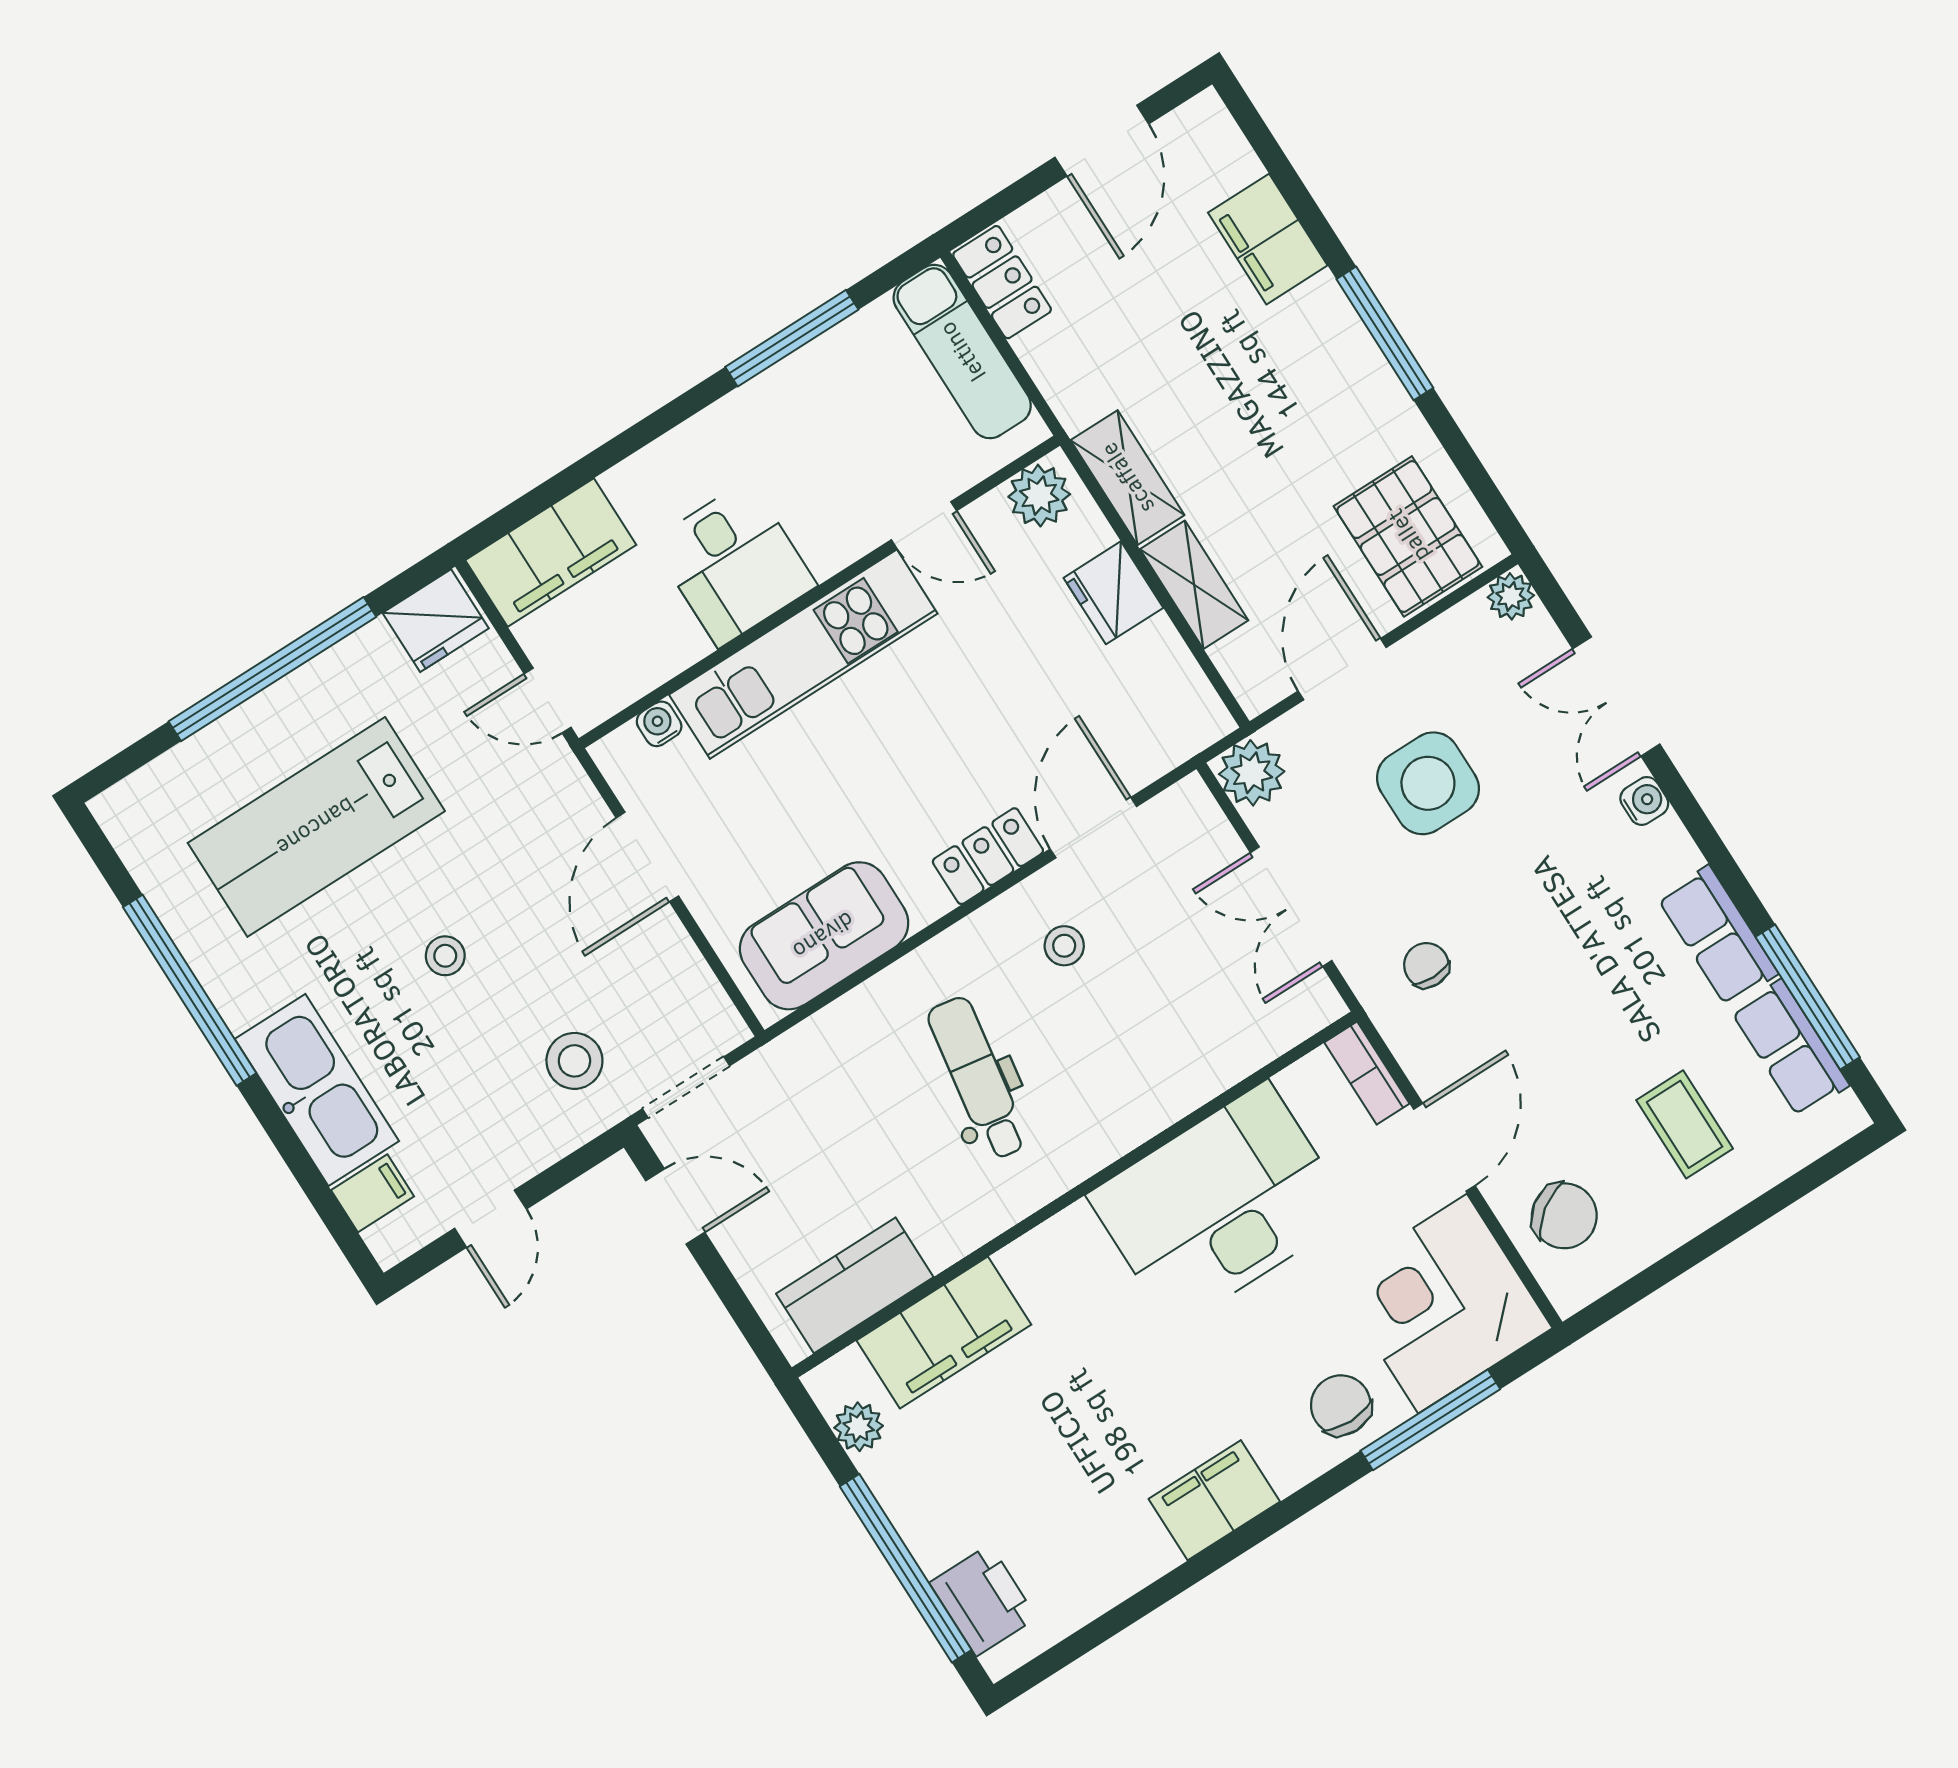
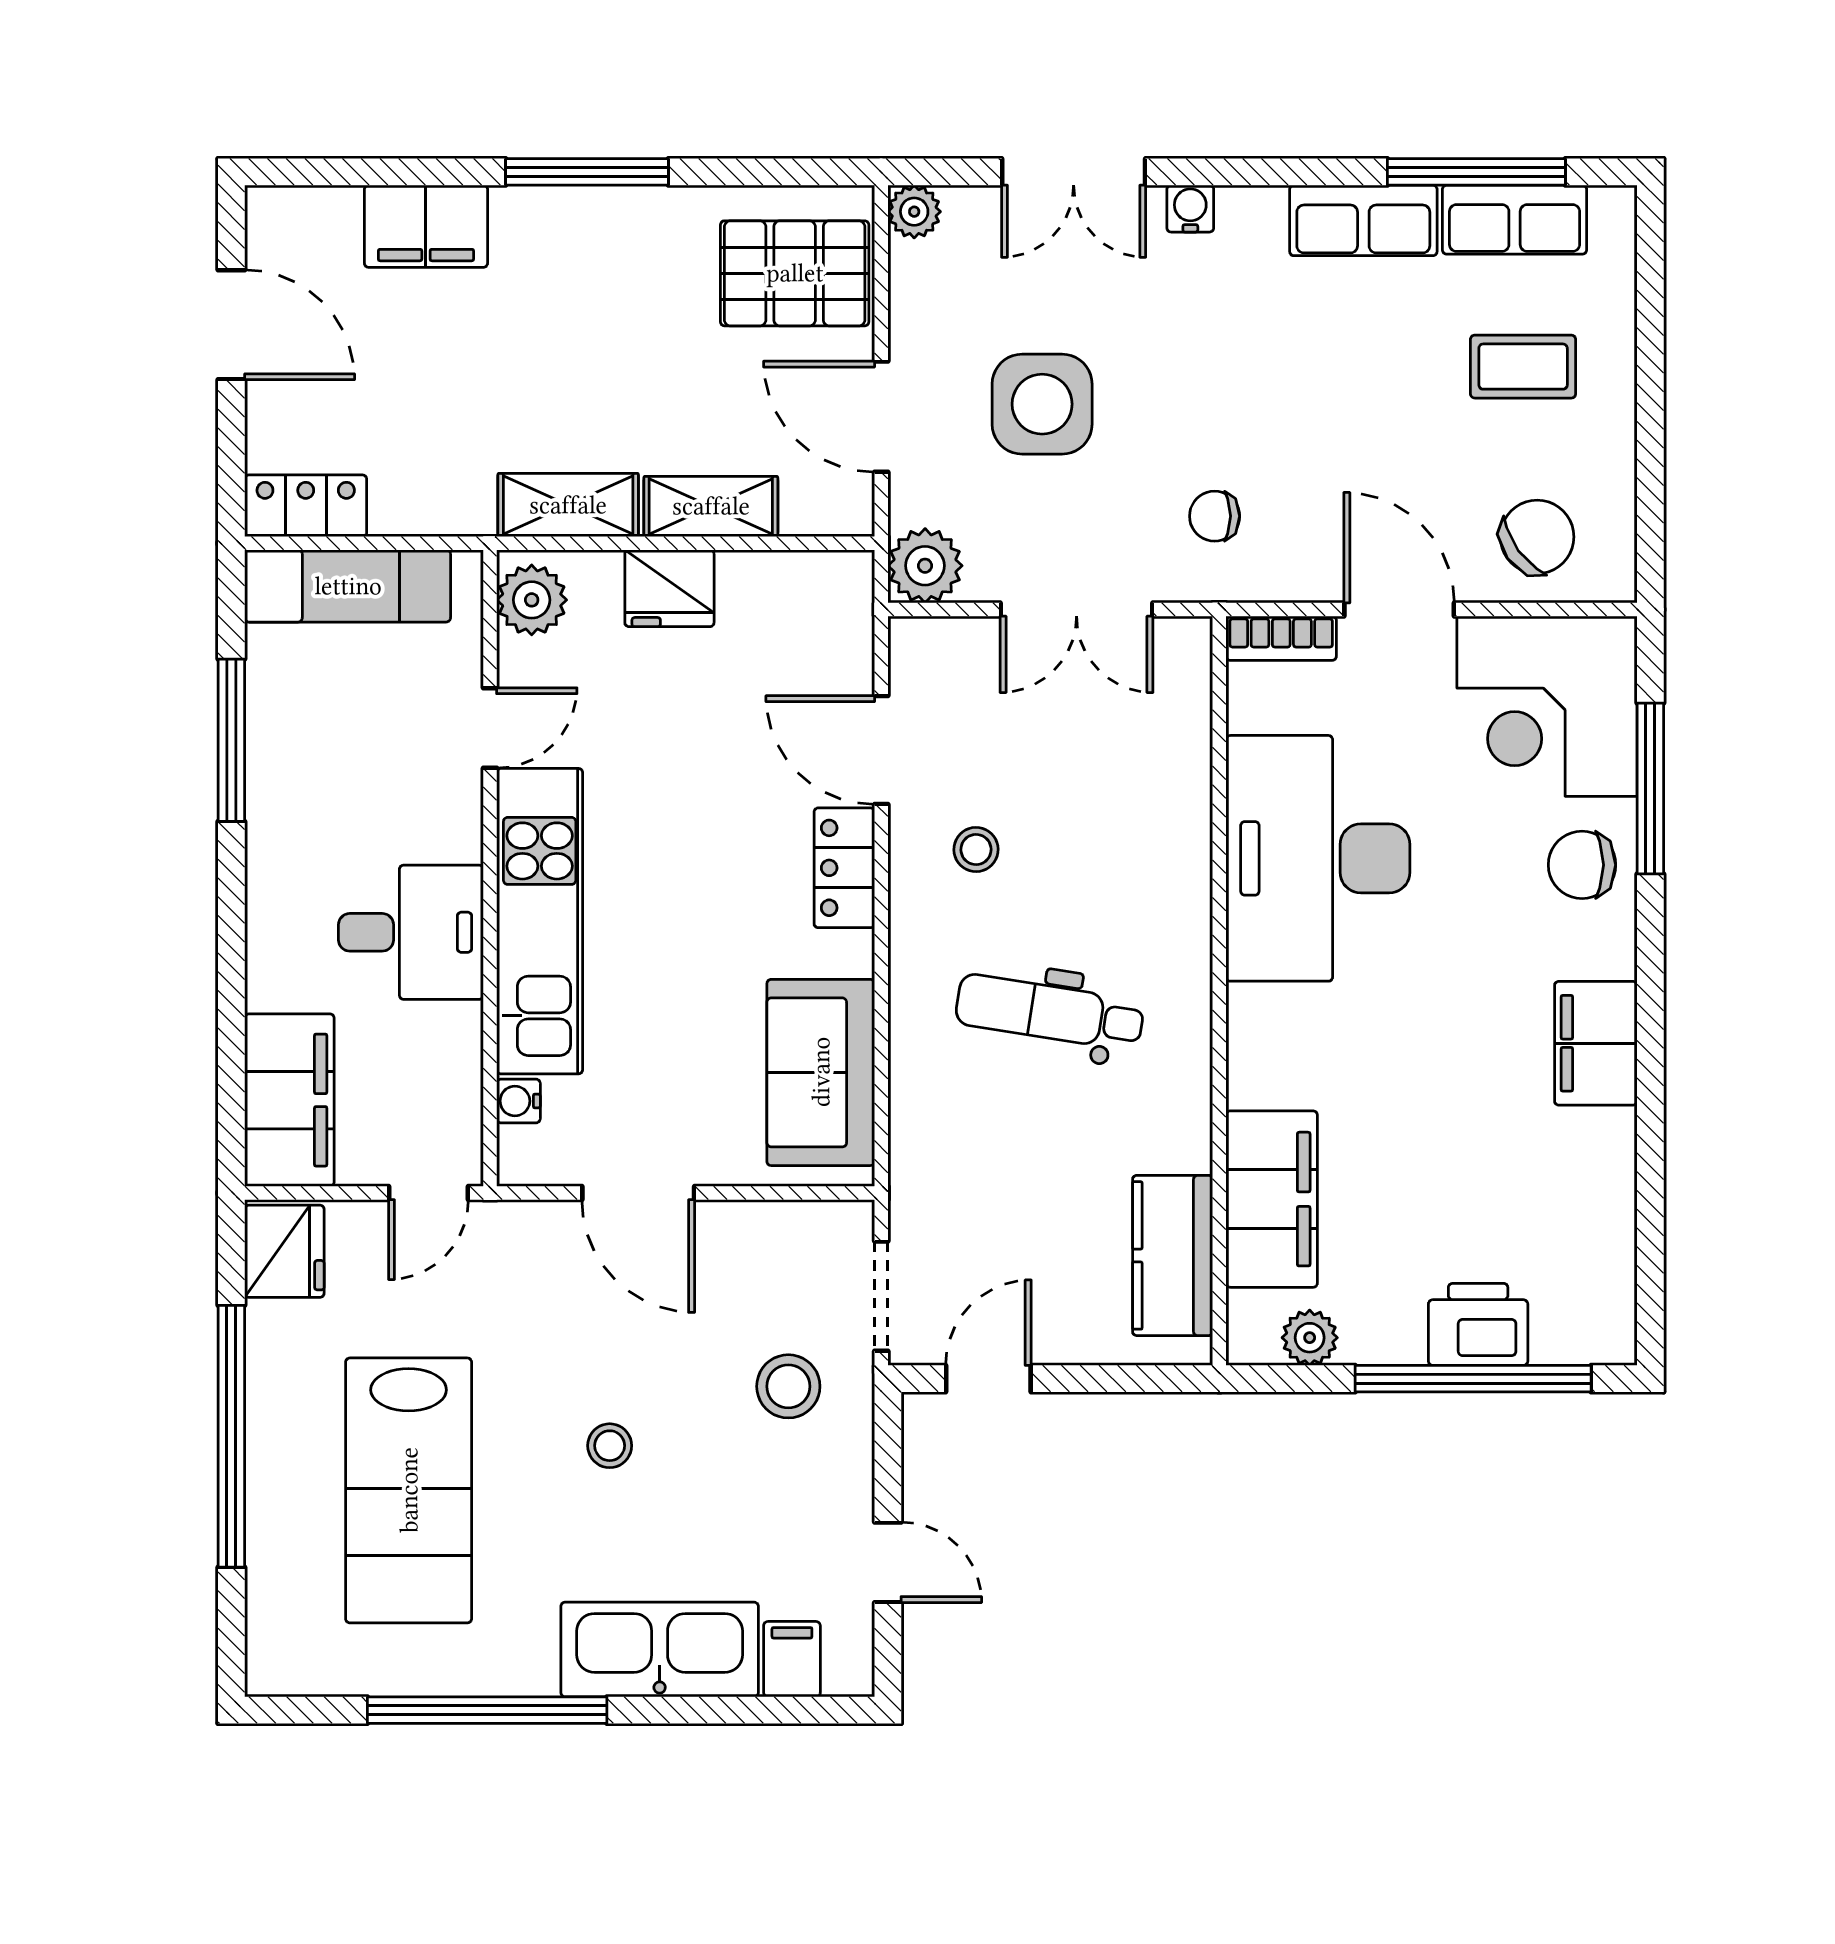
printer: (983, 1600) -> (1478, 1324), moved

